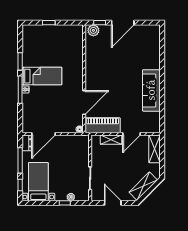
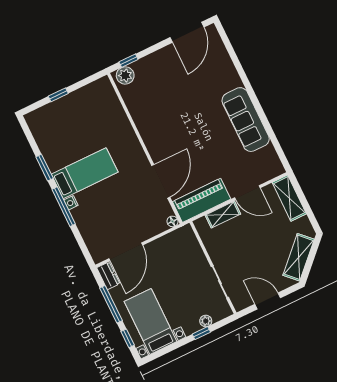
door: (123, 23) -> (187, 32), moved
door: (132, 134) -> (247, 193), hinge flipped

